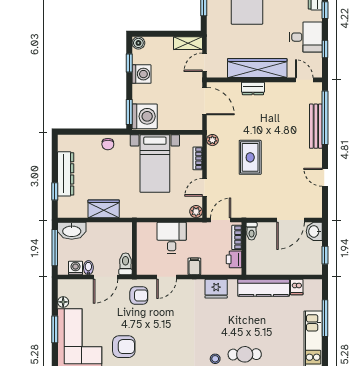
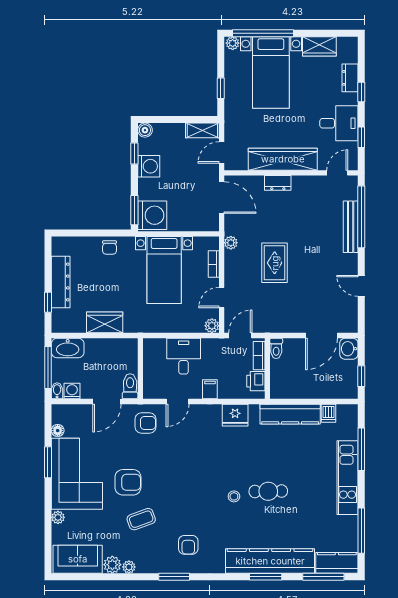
door: (304, 80) -> (337, 173), hinge flipped
bidet: (88, 268) -> (57, 391), moved

